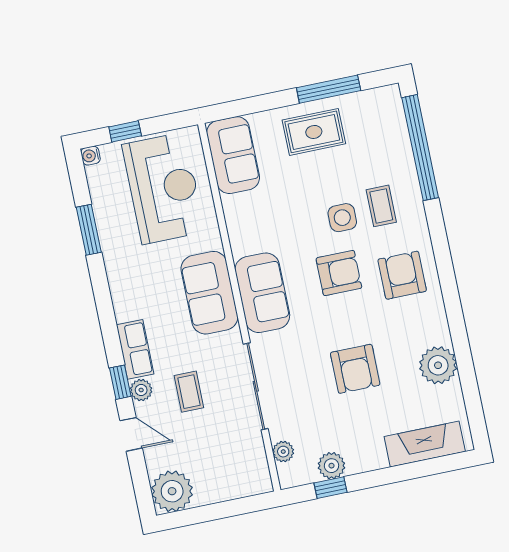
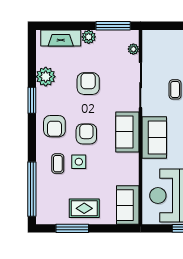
armchair: (339, 273) -> (86, 134), turned 90
window: (455, 315) -> (32, 100), added
plant: (331, 466) -> (89, 37), moved
window: (331, 488) -> (113, 26), width x2.17

